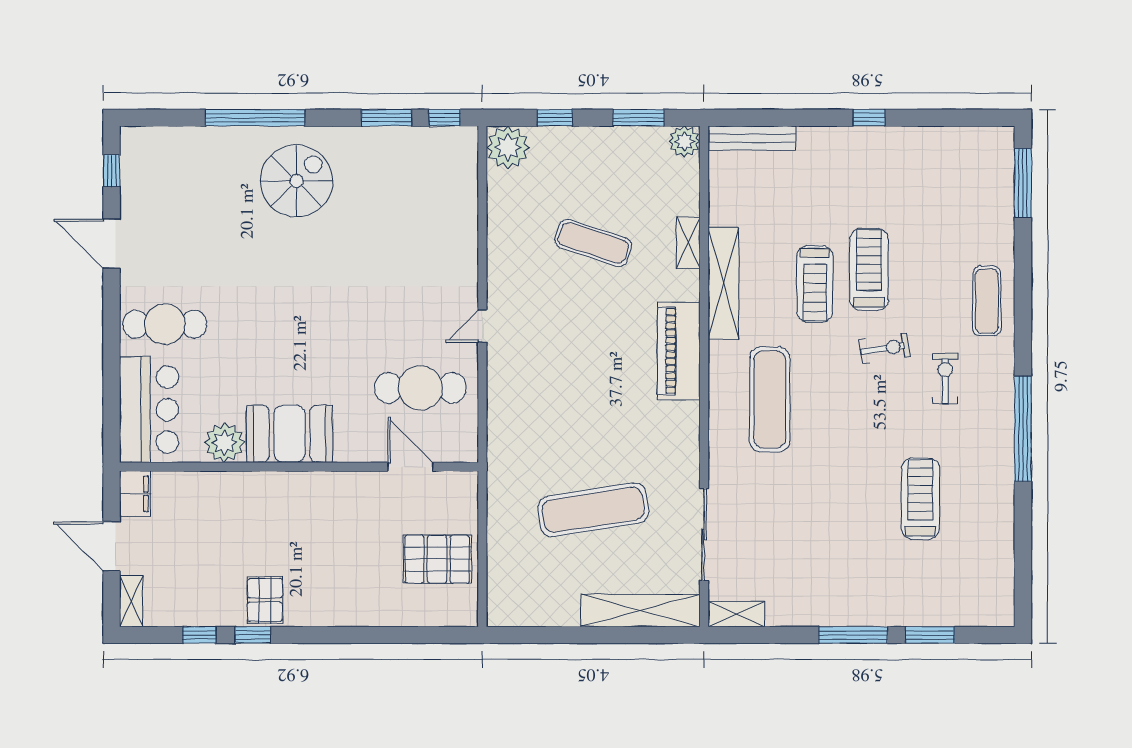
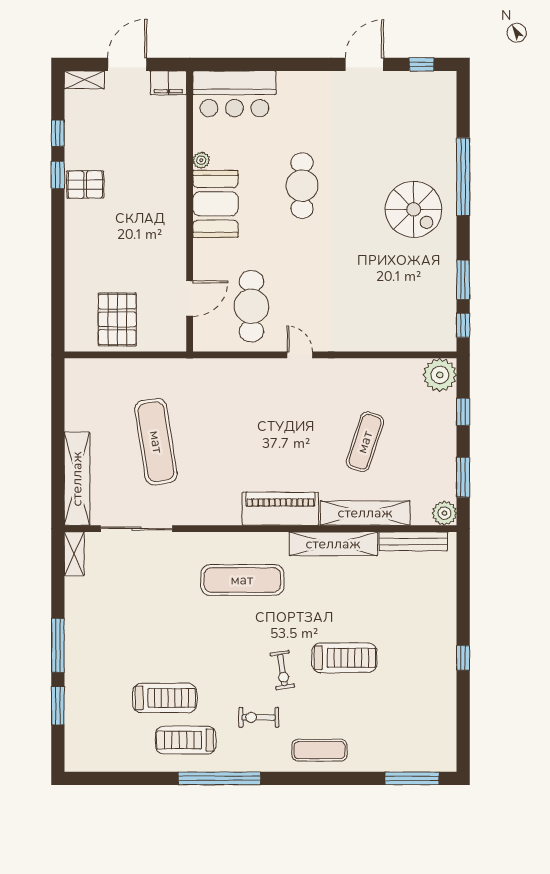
bench: (752, 138) -> (413, 541), moved, turned 90
shelving: (688, 243) -> (365, 513), width x2.20, depth x1.33
treadmill: (815, 284) -> (186, 740), moved
cafe table: (165, 324) -> (302, 186), moved
exercise bike: (945, 379) -> (259, 717), turned 180
plant: (225, 443) -> (201, 160), width x0.53, depth x0.53

